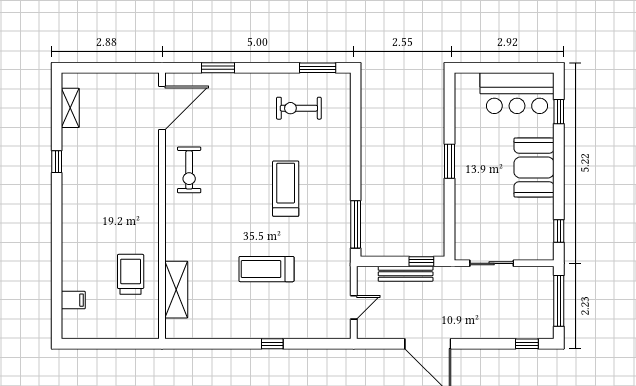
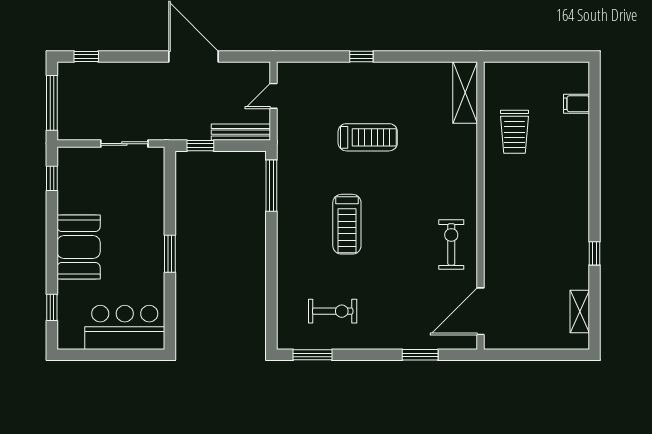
bar counter: (517, 93) -> (125, 327), moved
bench: (406, 274) -> (241, 132), moved
shelving: (176, 290) -> (465, 93), moved

